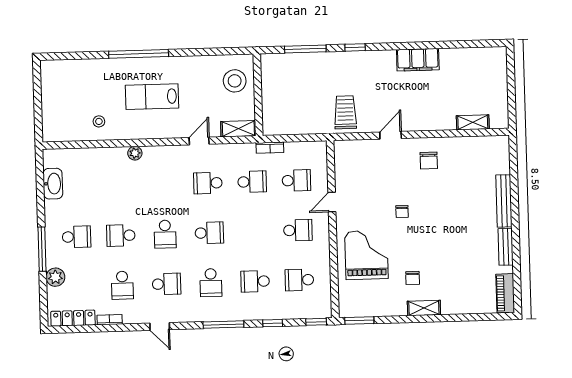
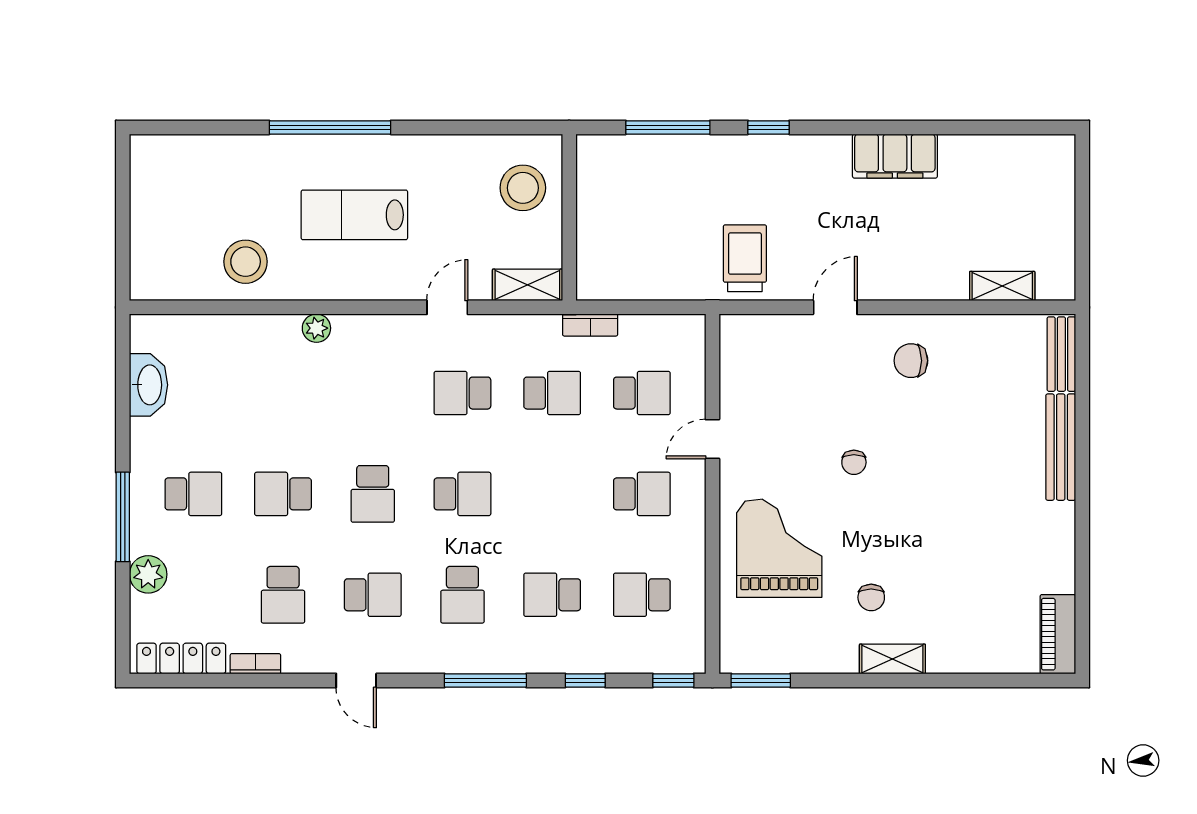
stool: (99, 121) -> (246, 262), width x1.89, depth x1.89
chair: (429, 160) -> (911, 361), turned 90
bench: (506, 247) -> (1061, 354), moved

